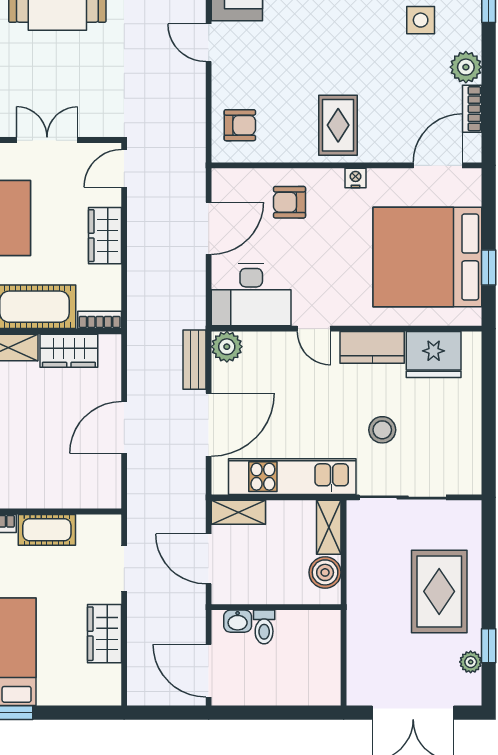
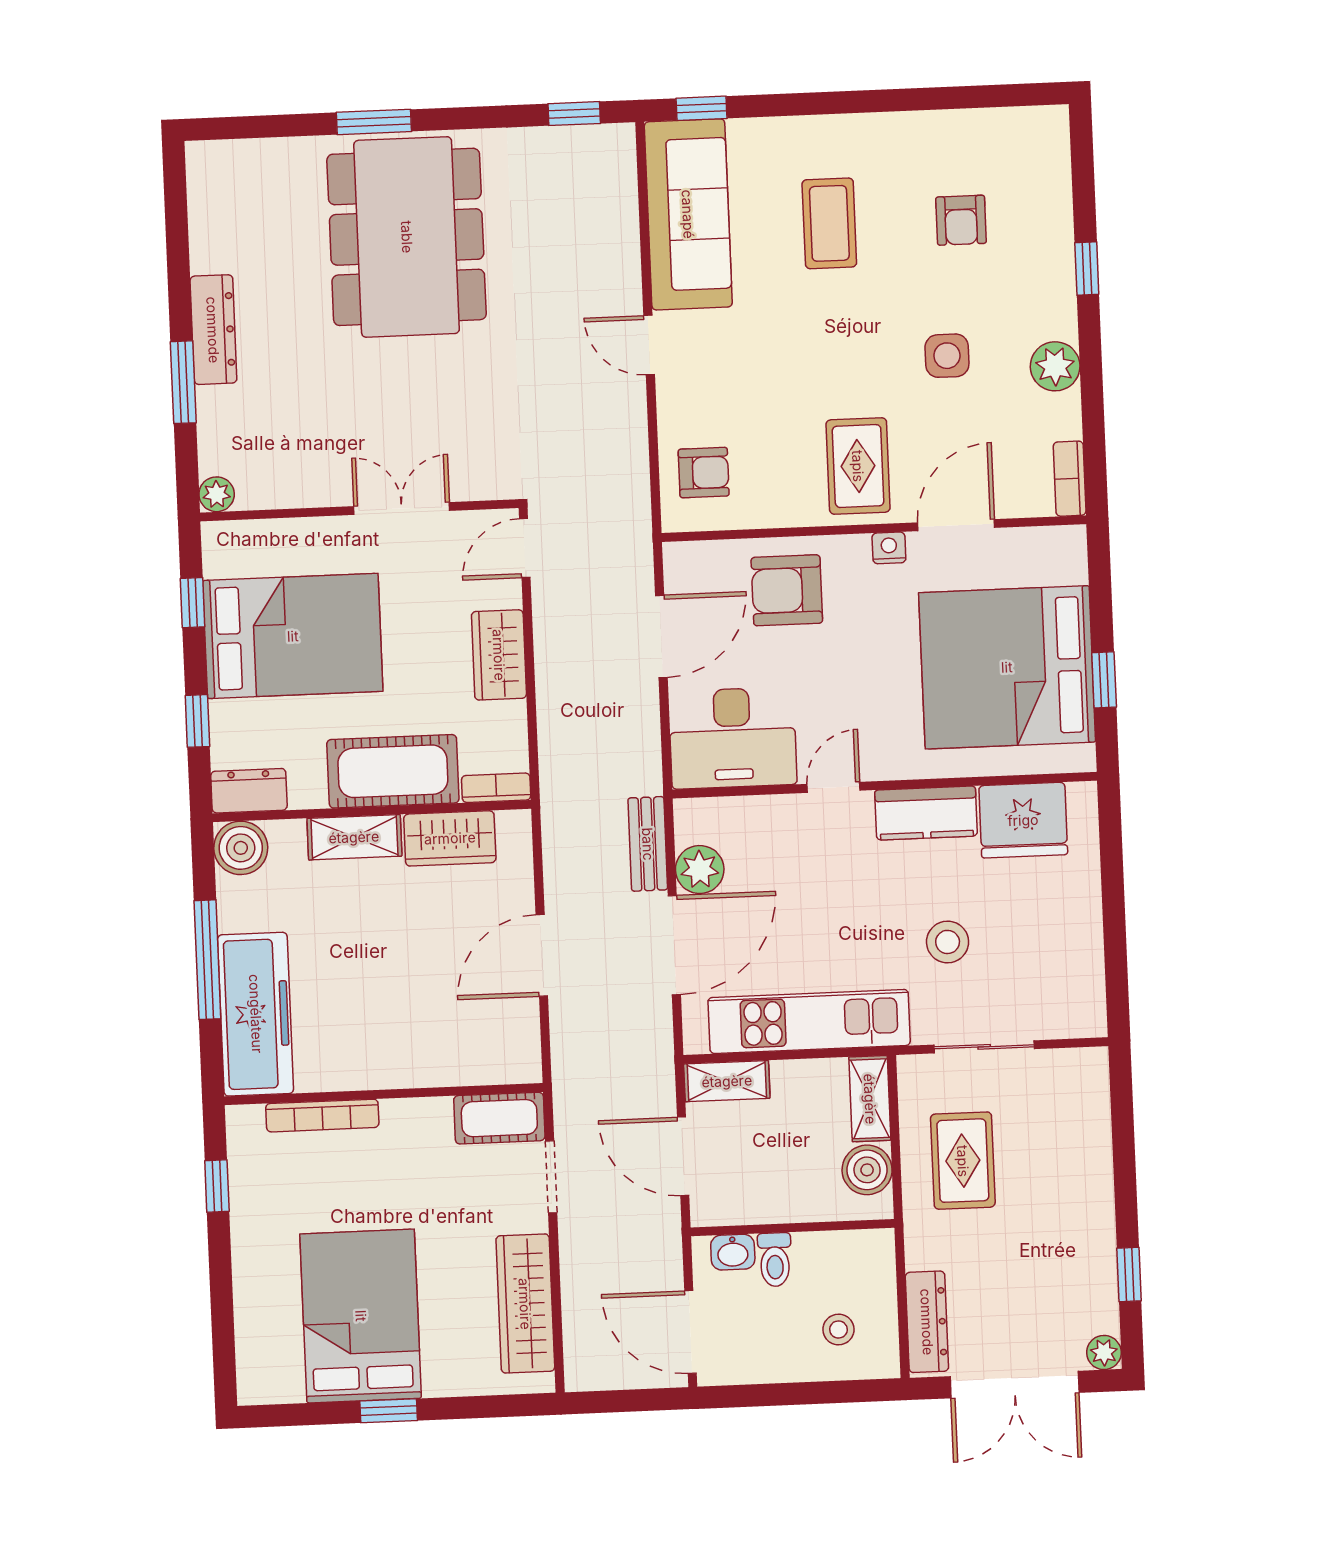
side table: (421, 20) -> (947, 356), moved
bookcase: (472, 109) -> (1070, 479), moved
door: (438, 165) -> (956, 525), moved
armchair: (290, 202) -> (787, 590), width x1.38, depth x1.38
door: (314, 329) -> (833, 787), swing flipped
plant: (227, 347) -> (700, 870), moved
sliding door: (403, 497) -> (984, 1047), width x0.73
cot: (47, 530) -> (499, 1118), moved
rug: (439, 591) -> (963, 1161), moved, width x0.73, depth x0.70
wardrobe: (104, 634) -> (525, 1304), width x1.50
plant: (471, 662) -> (1104, 1352), moved
dresser: (359, 671) -> (927, 1322), added
stool: (303, 673) -> (838, 1329), added

